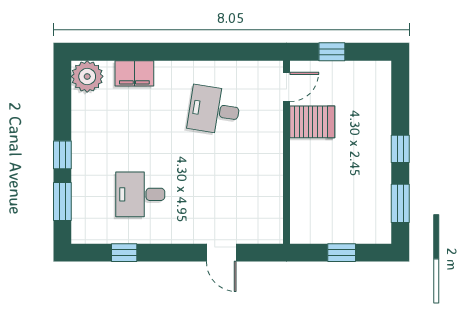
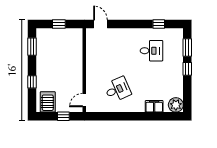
desk: (214, 110) -> (117, 89), turned -33
server rack: (312, 122) -> (48, 102), moved, turned 90
window: (400, 149) -> (32, 82), moved
door: (221, 253) -> (101, 24), moved

